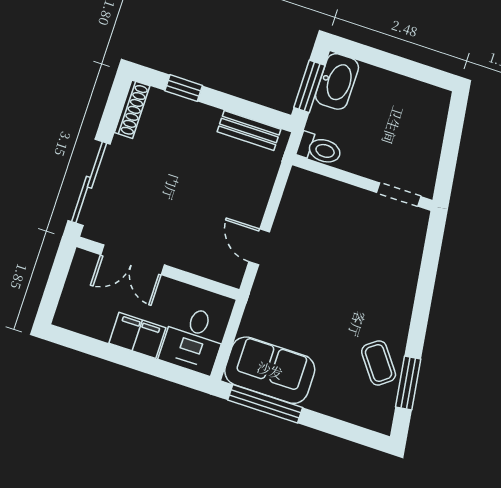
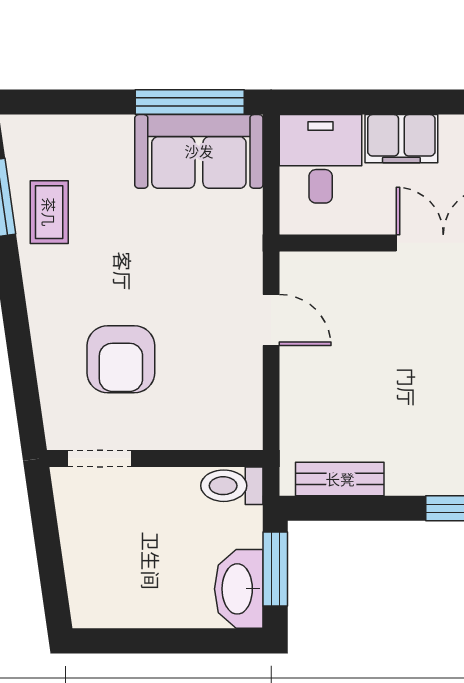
armchair: (364, 254) -> (121, 359), added
coffee table: (379, 363) -> (49, 212), turned 37

